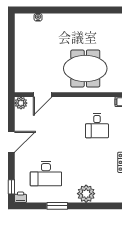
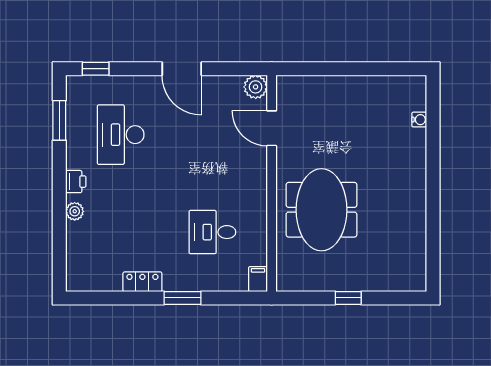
plant: (86, 194) -> (75, 211), width x0.53, depth x0.53
printer: (21, 197) -> (76, 182), moved
window: (57, 206) -> (59, 120), moved

